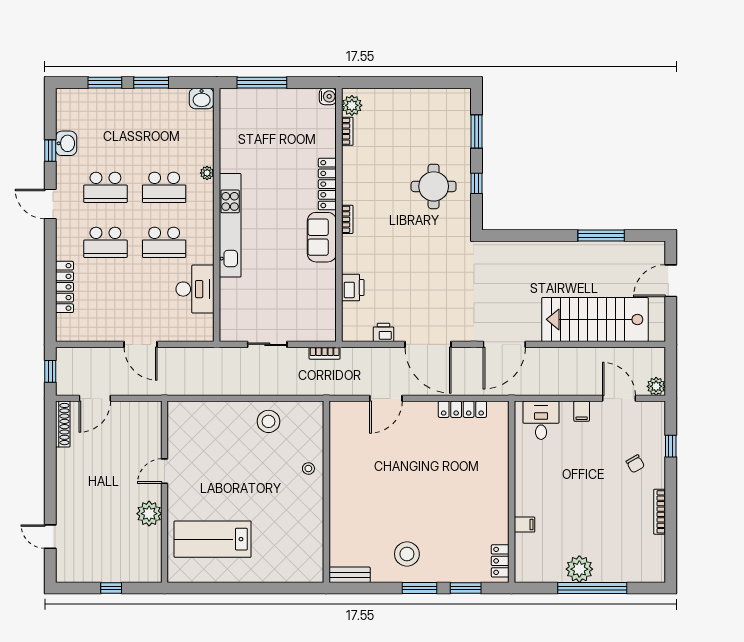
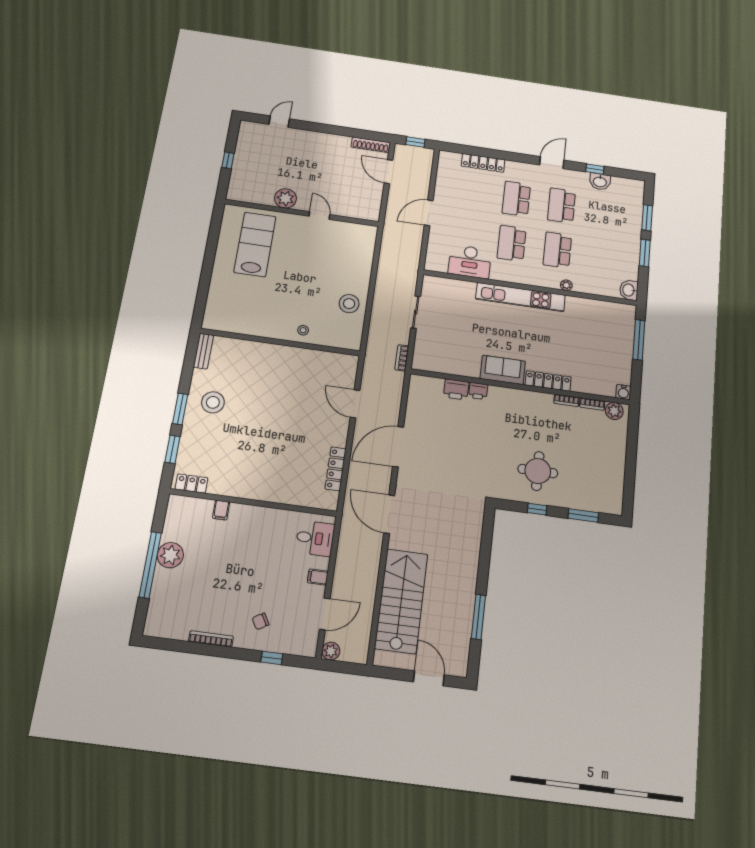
bookcase: (347, 219) -> (566, 400), moved
printer: (383, 332) -> (478, 391), moved, turned 90

